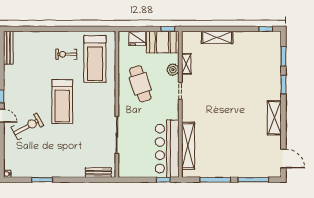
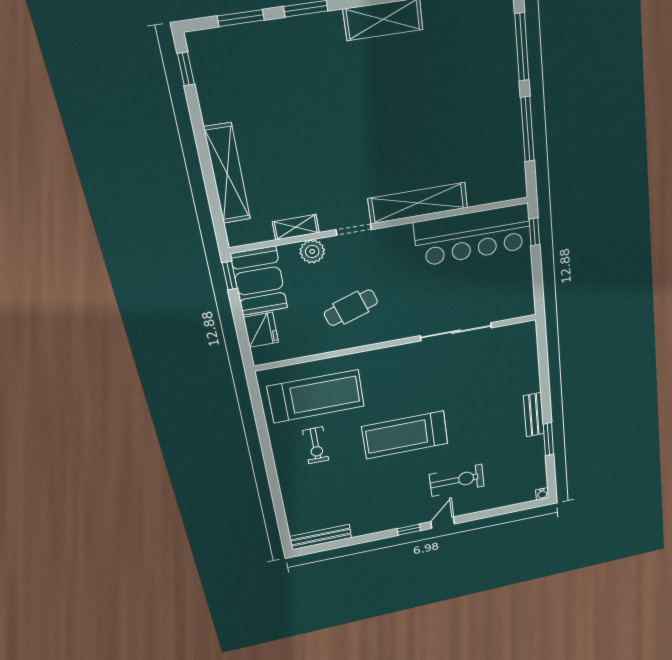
shelving: (217, 37) -> (227, 174), width x1.47
cafe table: (140, 84) -> (351, 308), width x0.73, depth x0.74
treadmill: (62, 102) -> (405, 435), turned 180
exercise bike: (27, 126) -> (457, 480), turned 119
shelving: (188, 146) -> (418, 203), moved
bench: (98, 173) -> (534, 415), moved

